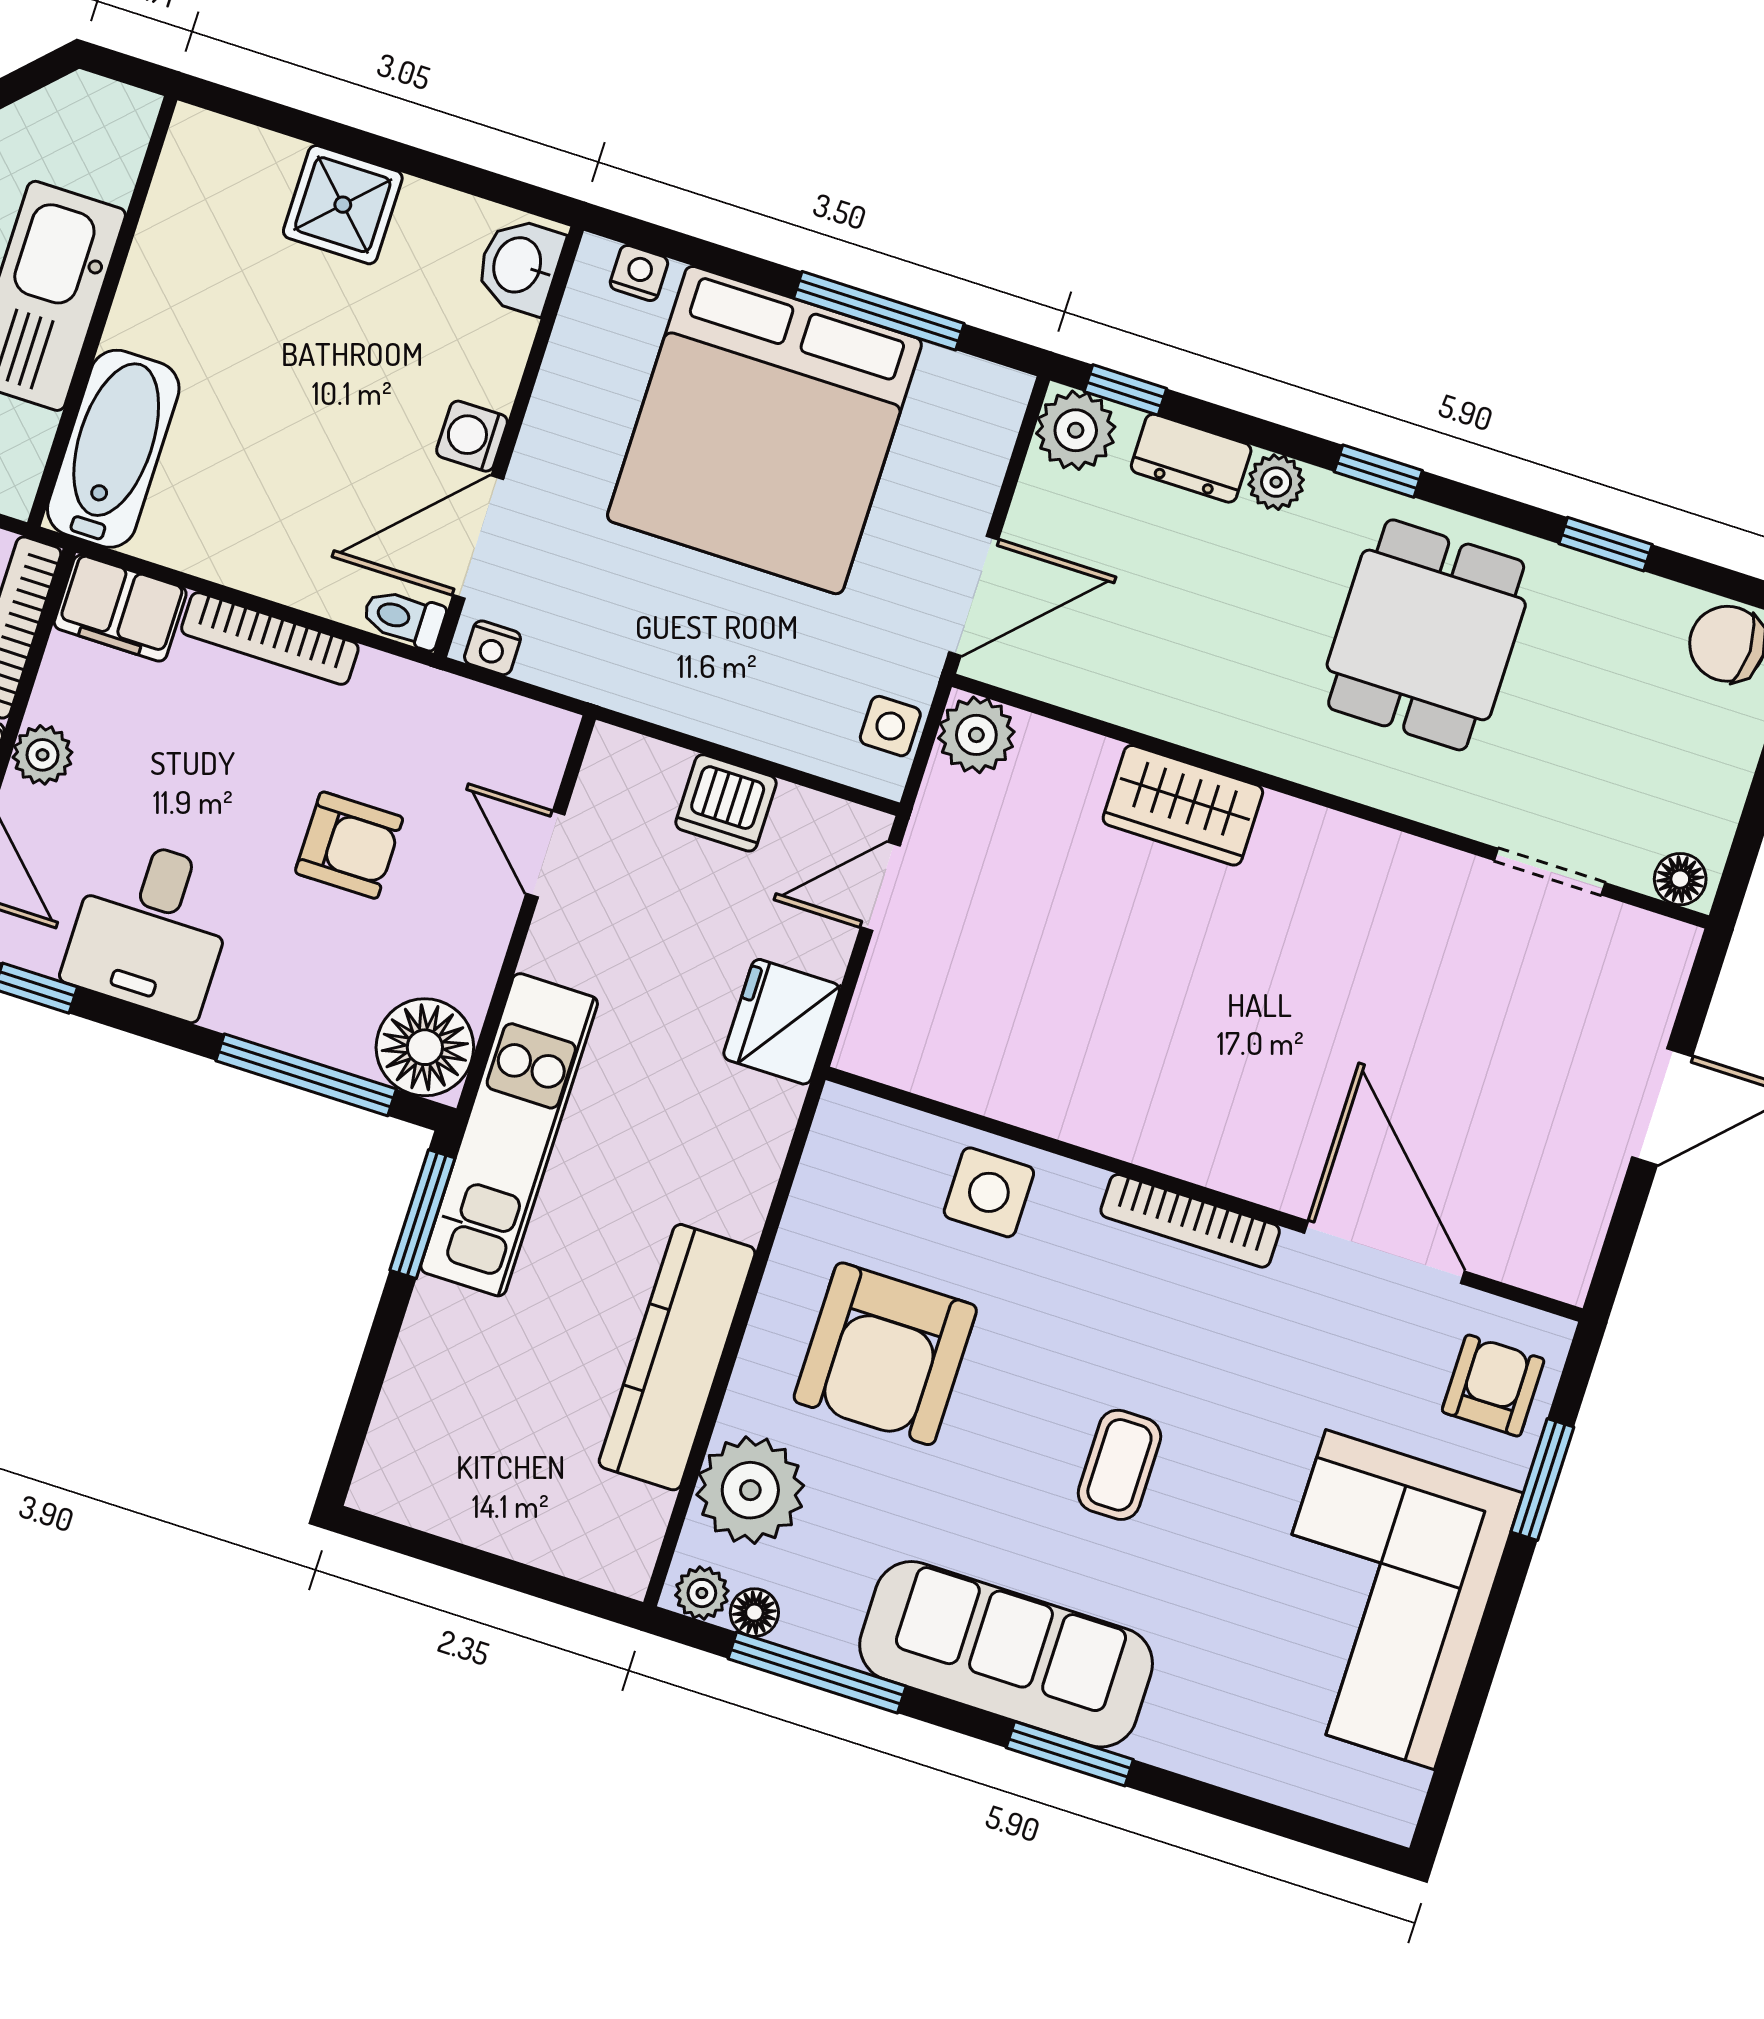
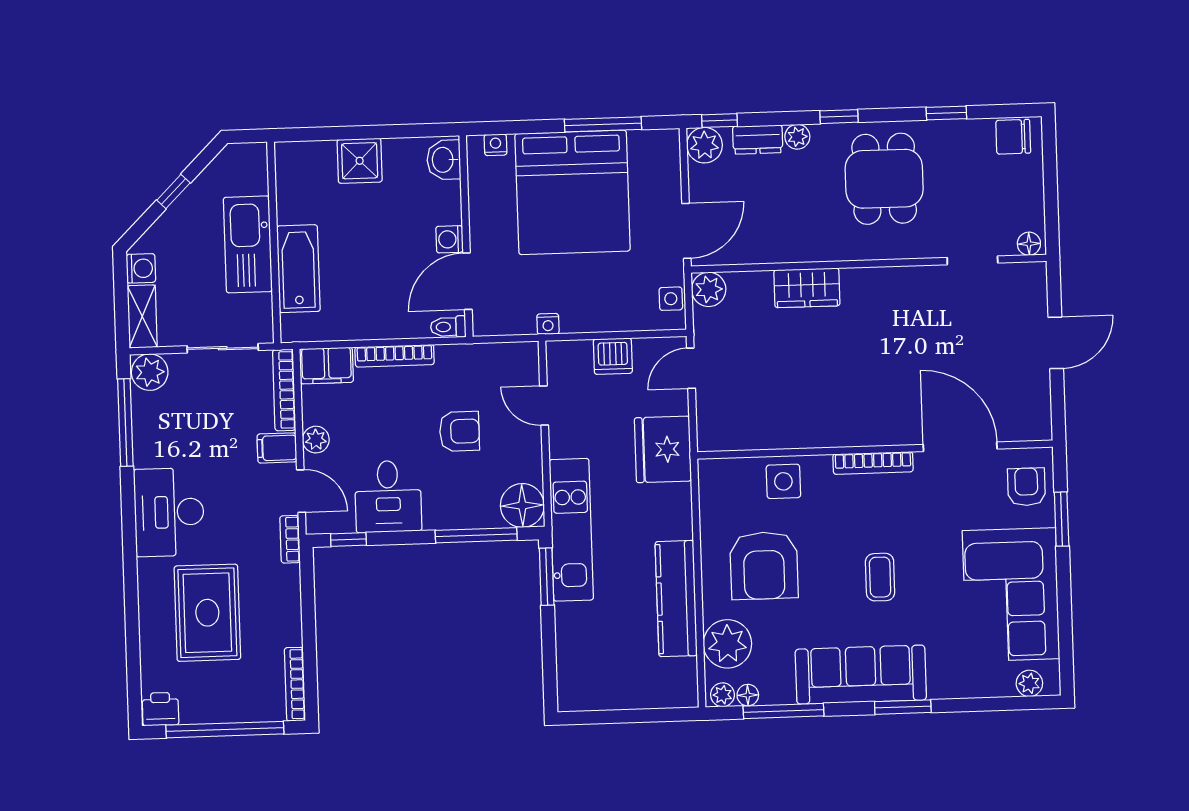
bathtub: (113, 449) -> (298, 269), moved
nightstand: (492, 648) -> (548, 324), moved
fridge: (782, 1022) -> (663, 449), width x1.36, depth x1.34
plant: (1352, 1799) -> (1029, 683), added

